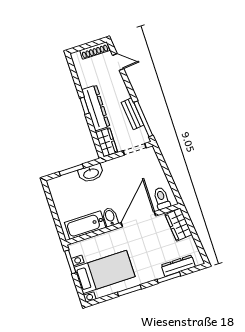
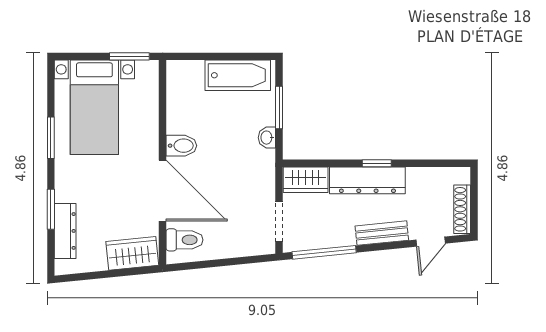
bench: (132, 114) -> (382, 233), moved
washbasin: (91, 173) -> (267, 138), width x0.52, depth x0.69
bathtub: (85, 225) -> (238, 75), moved, turned 90

